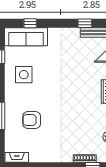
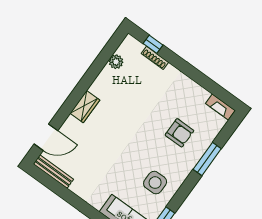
window: (85, 23) -> (59, 190), removed

